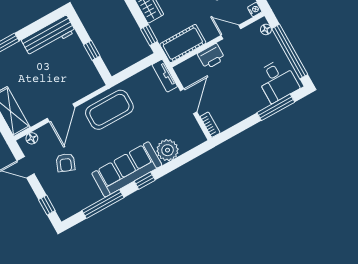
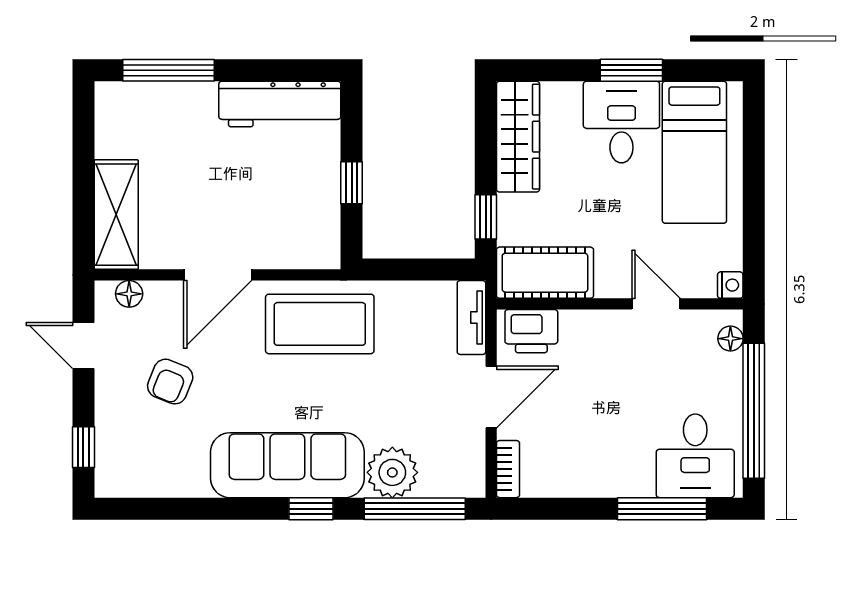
printer: (211, 56) -> (531, 331), moved
window: (103, 204) -> (415, 509), moved

